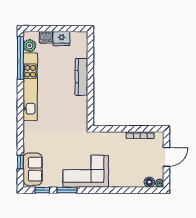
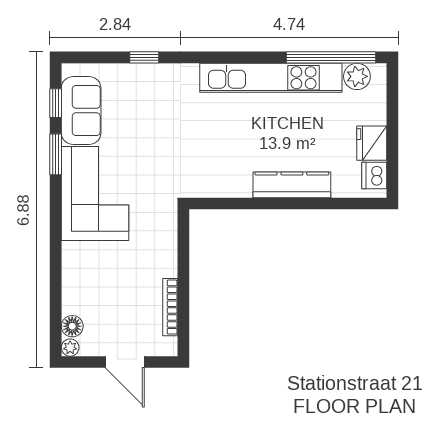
dishwasher: (46, 37) -> (374, 175), moved
window: (20, 162) -> (144, 57), moved
sofa: (33, 169) -> (81, 110), moved, turned -90

